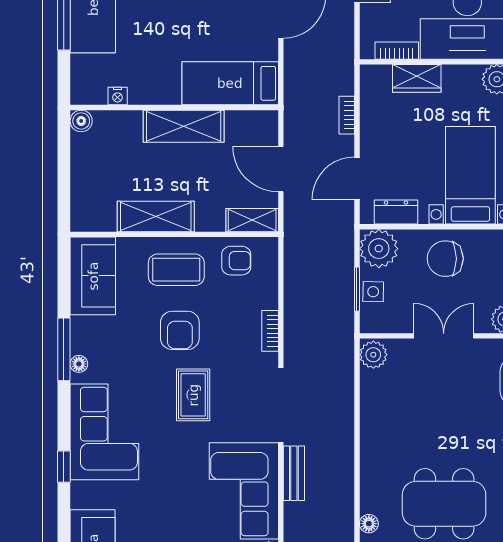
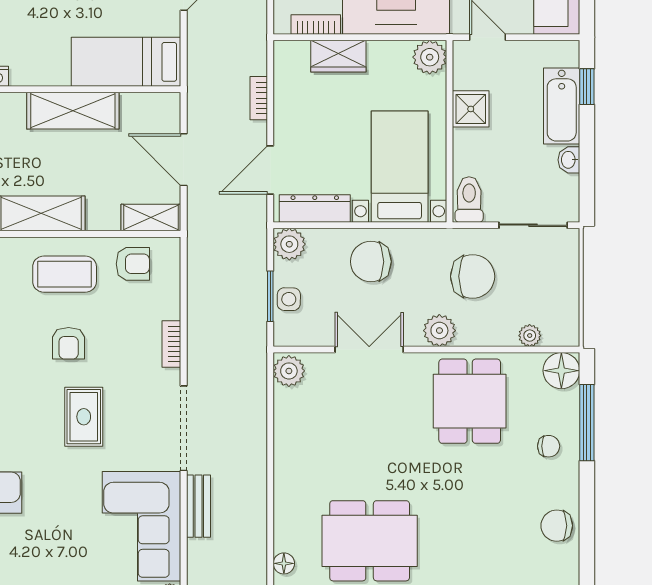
dresser: (396, 212) -> (315, 208), width x1.44
plant: (379, 249) -> (289, 244), width x0.73, depth x0.73
armchair: (180, 330) -> (69, 343), width x0.72, depth x0.72

